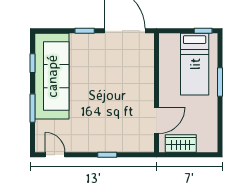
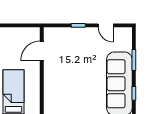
wardrobe: (181, 143) -> (24, 34), removed
door: (55, 155) -> (106, 25), moved

